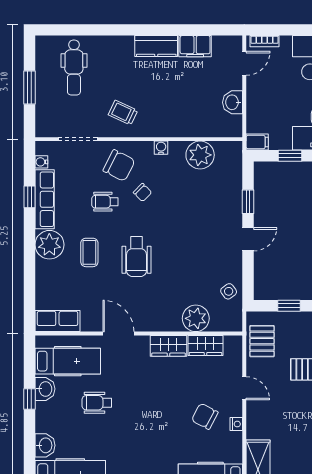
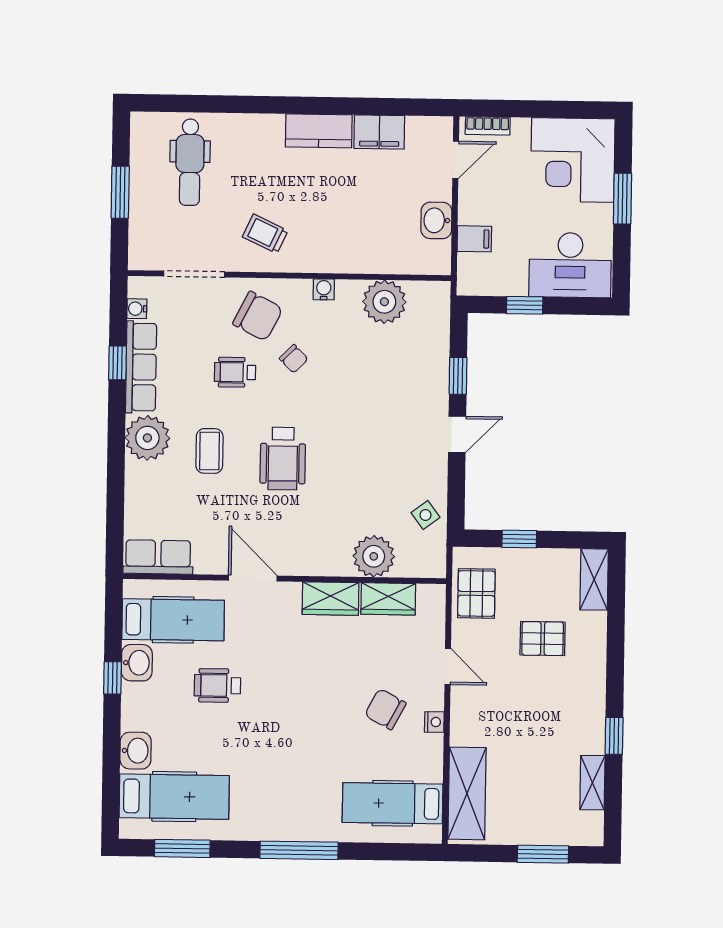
filing cabinet: (257, 142) -> (474, 239), moved

